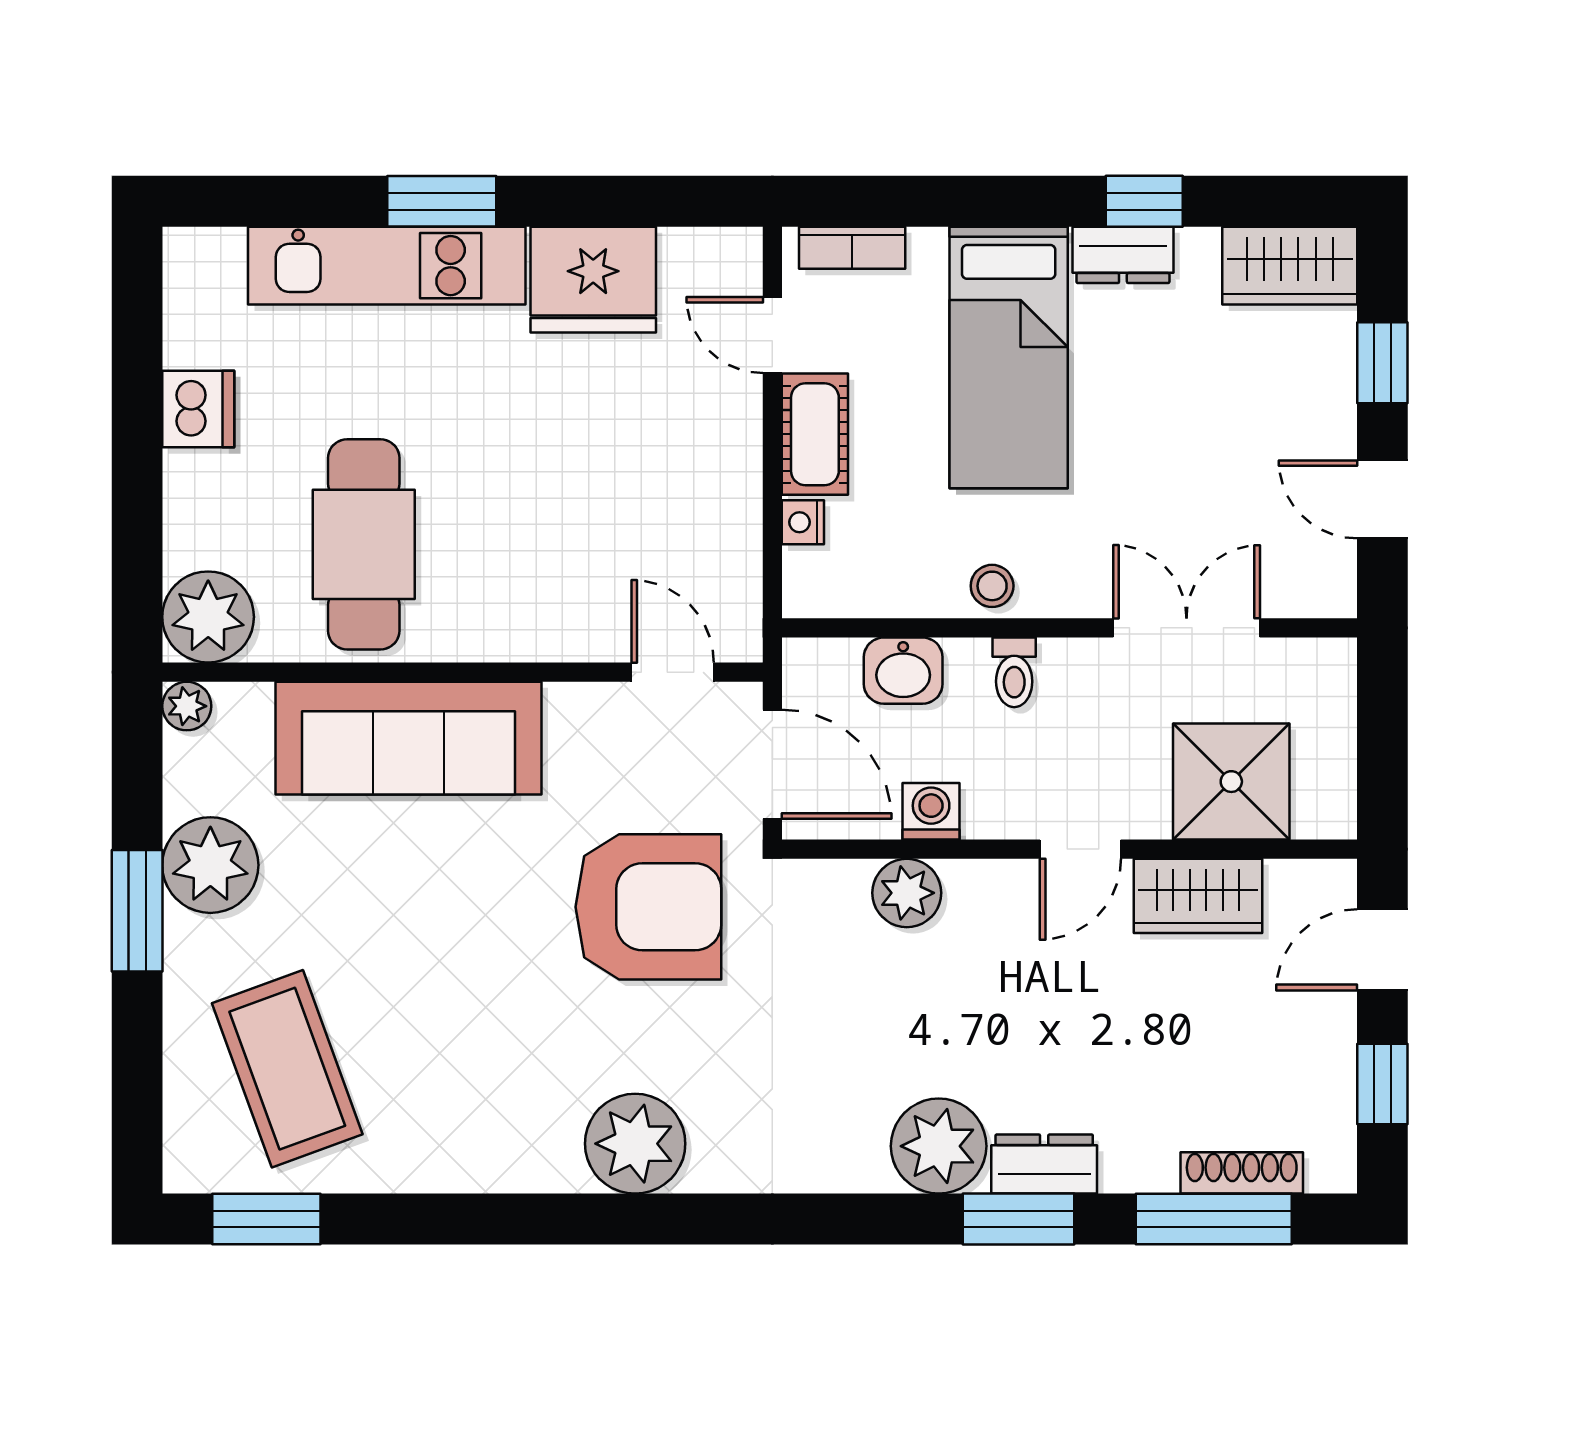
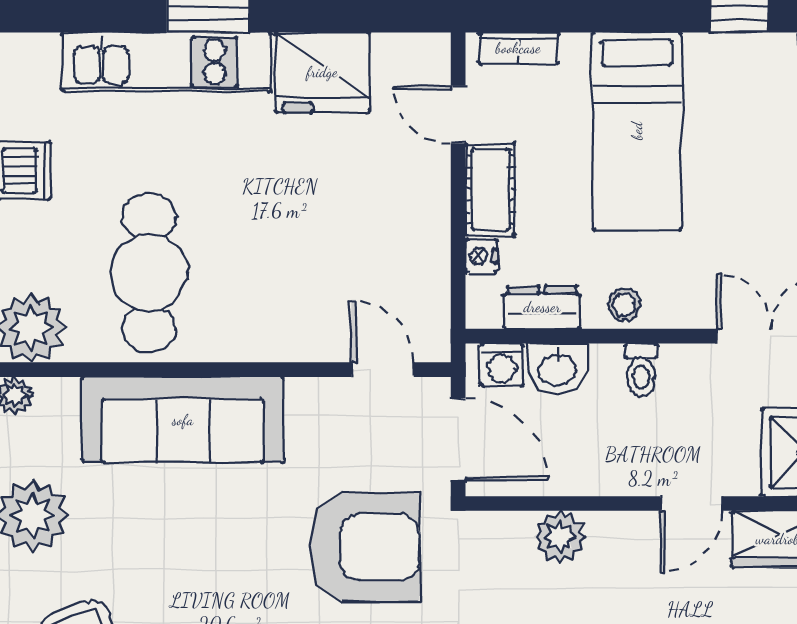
dresser: (1123, 255) -> (542, 307), moved, turned 180
washing machine: (931, 811) -> (502, 365), moved, turned 180

